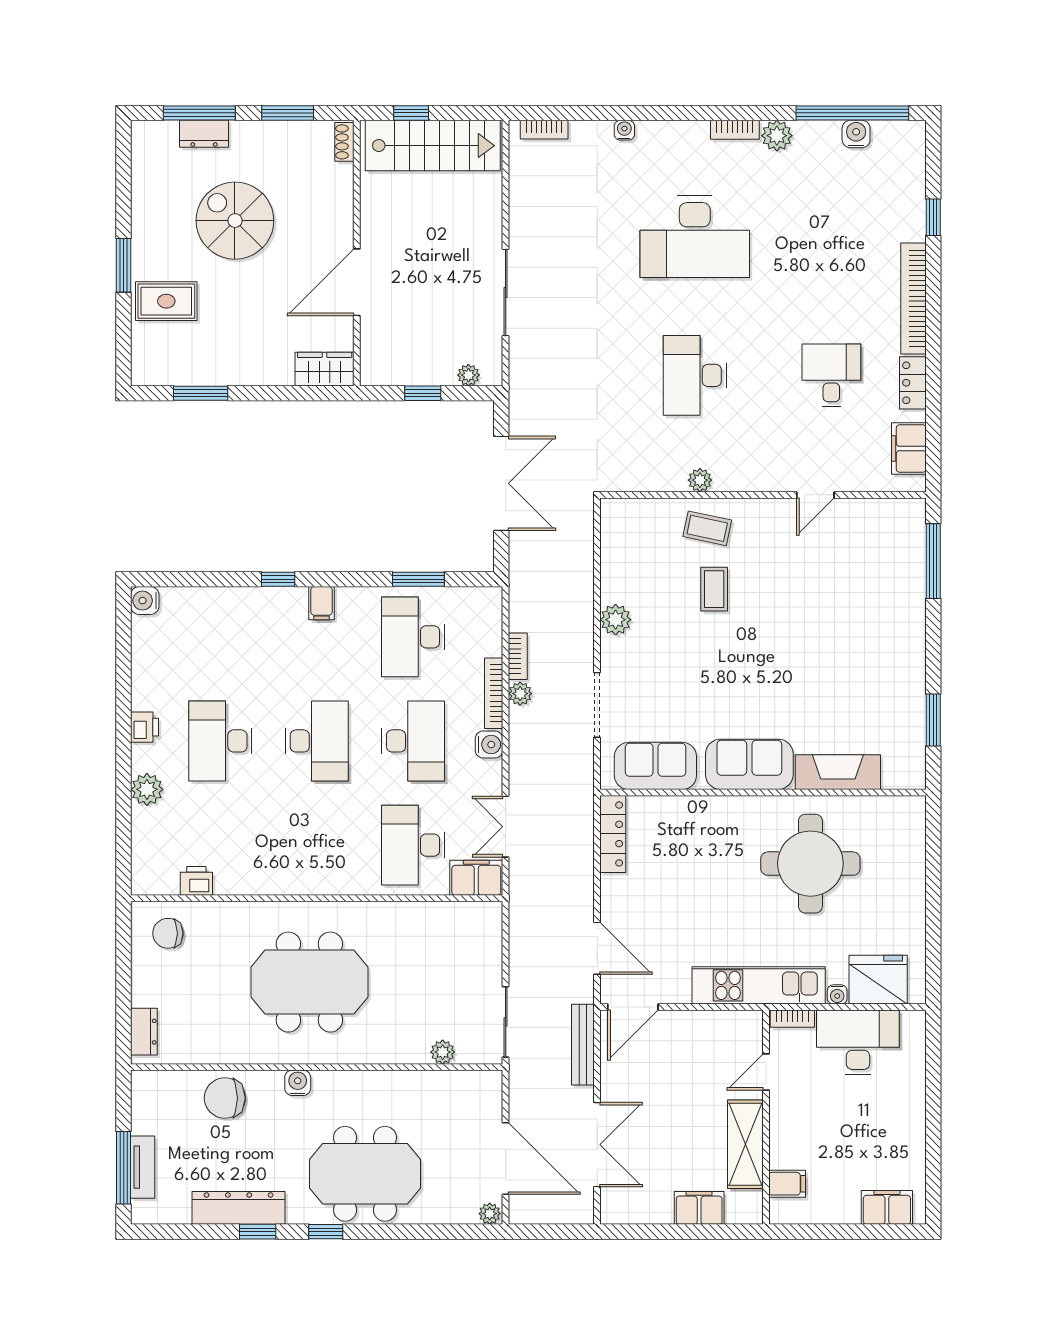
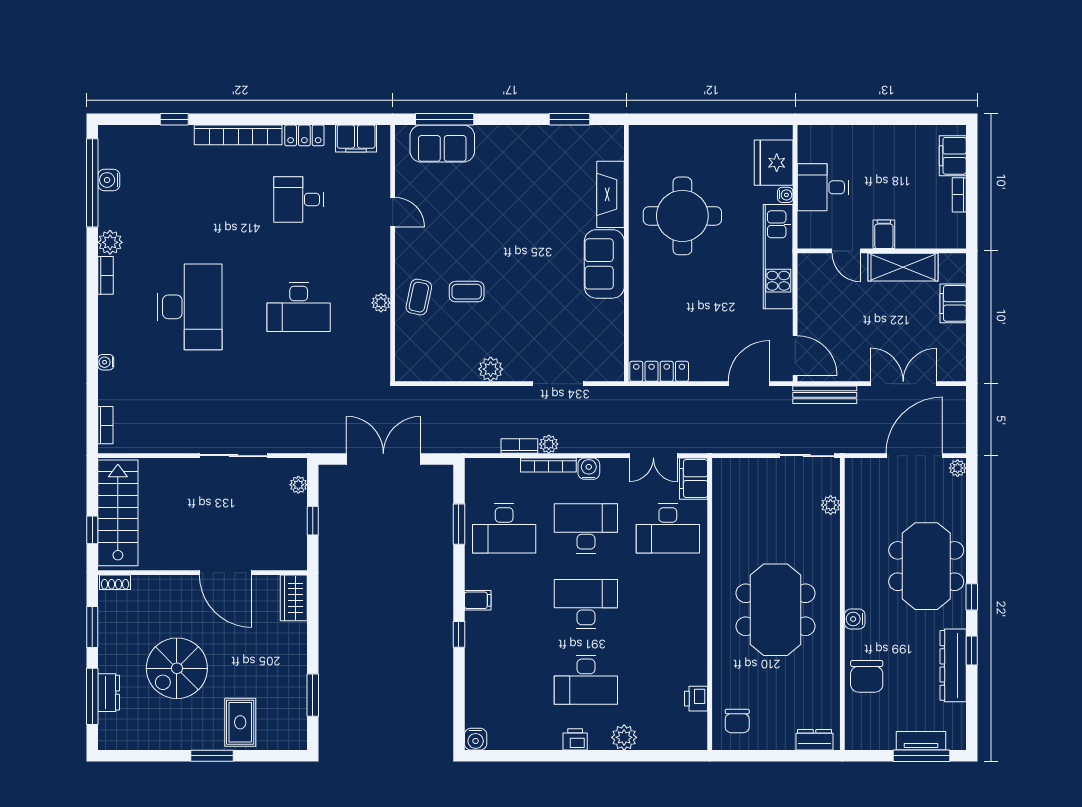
sofa: (655, 766) -> (442, 144), moved, turned -90
bookcase: (792, 1019) -> (959, 195), moved, turned 180
desk: (858, 1042) -> (823, 187), width x0.73
filing cabinet: (787, 1184) -> (884, 234), moved

